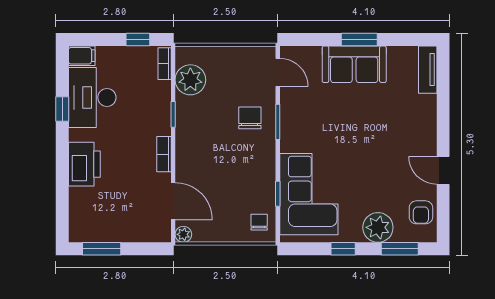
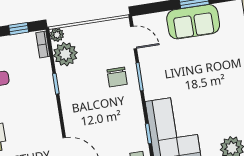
plant: (184, 54) -> (57, 35), added
chair: (250, 118) -> (117, 77), turned 180
bookcase: (164, 154) -> (53, 116), removed

